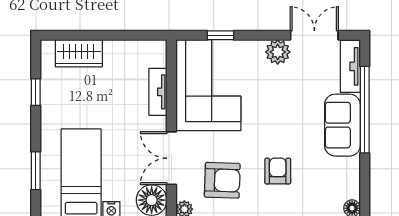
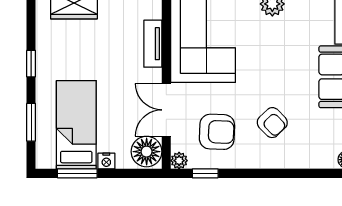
window: (36, 92) -> (31, 64), moved
armchair: (278, 171) -> (272, 123), turned 136

